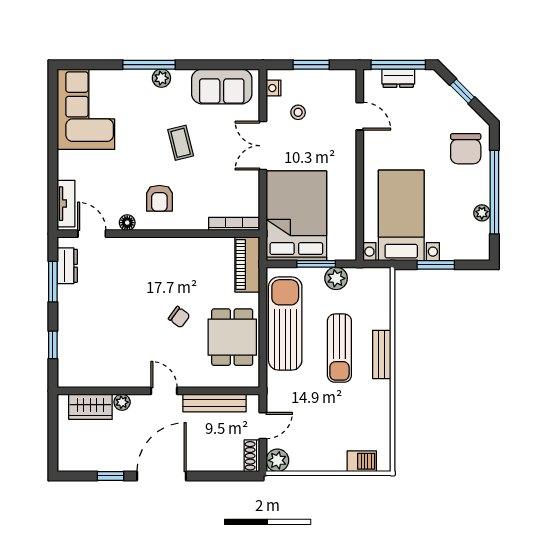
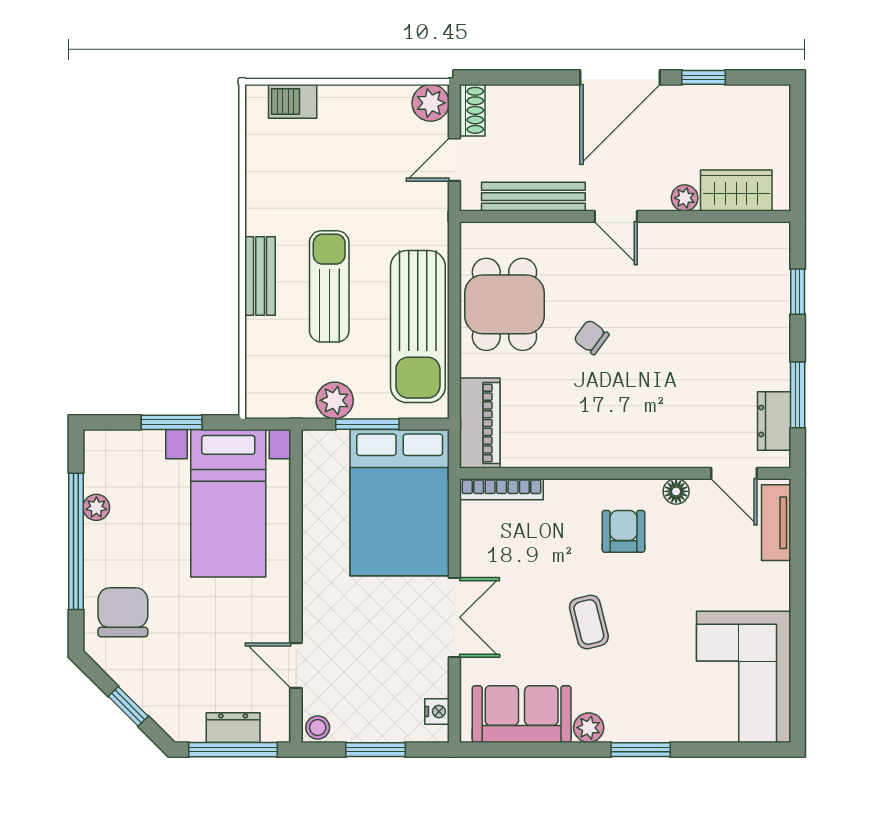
window: (149, 65) -> (641, 750), width x0.69
plant: (161, 78) -> (589, 728), moved
stool: (298, 112) -> (318, 728), moved

